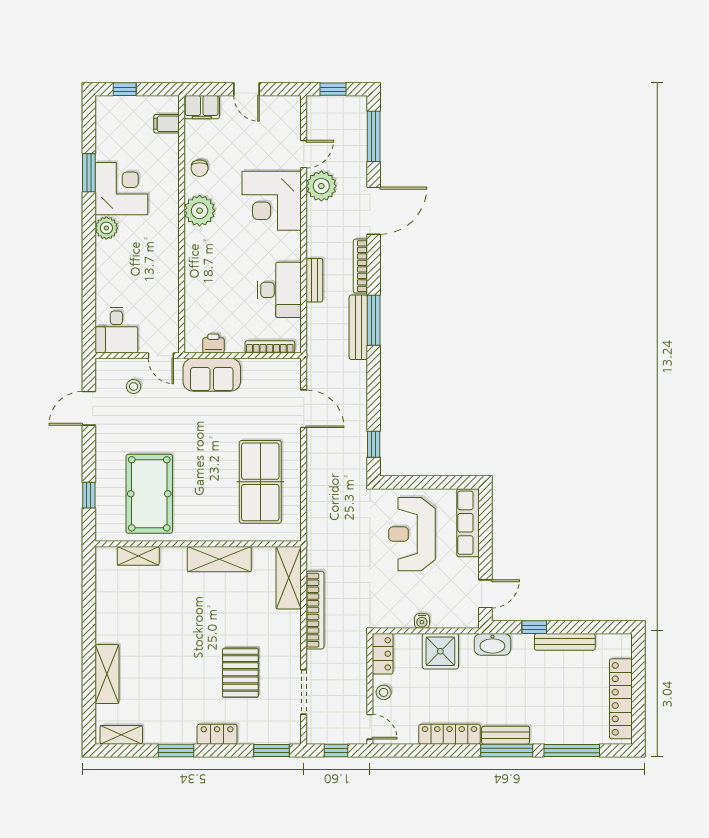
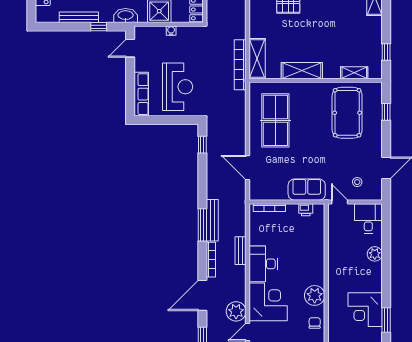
plant: (106, 228) -> (375, 254), moved
desk: (279, 290) -> (263, 264), moved
window: (89, 588) -> (386, 52), added
bookcase: (315, 610) -> (240, 65), moved

